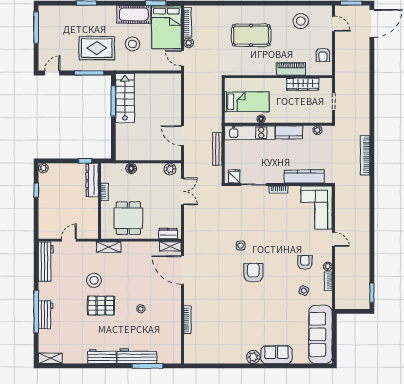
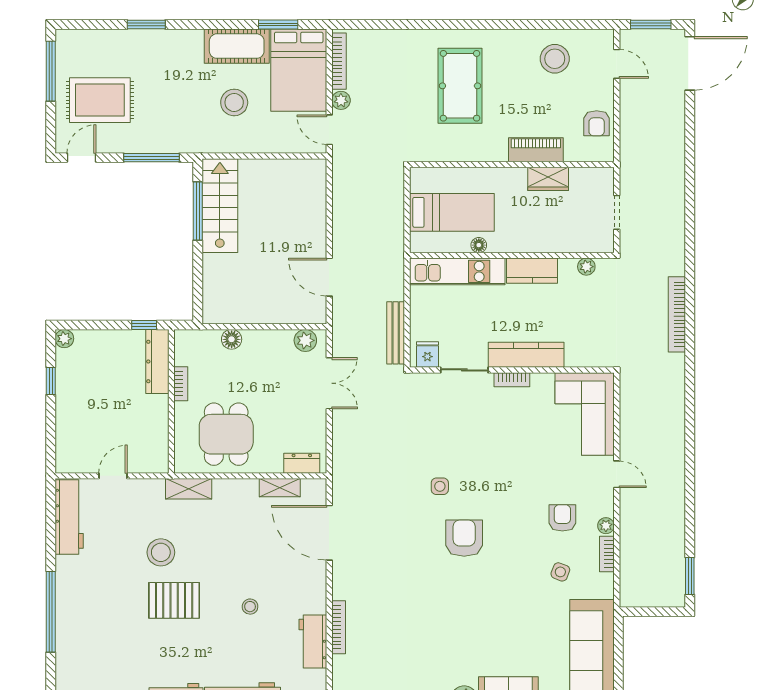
pool table: (251, 35) -> (460, 86), turned 90
rug: (97, 48) -> (100, 100), moved
wardrobe: (303, 84) -> (548, 179), width x0.67
bench: (217, 149) -> (396, 333), moved
kitchen counter: (304, 177) -> (526, 355), moved
shelving: (170, 246) -> (280, 488), moved
workbench: (46, 315) -> (313, 642), moved, turned 180

